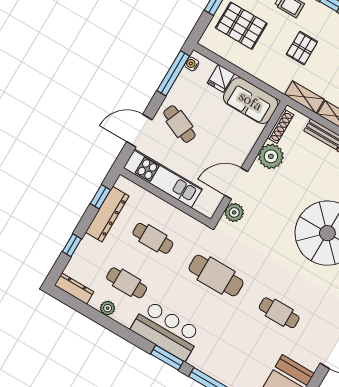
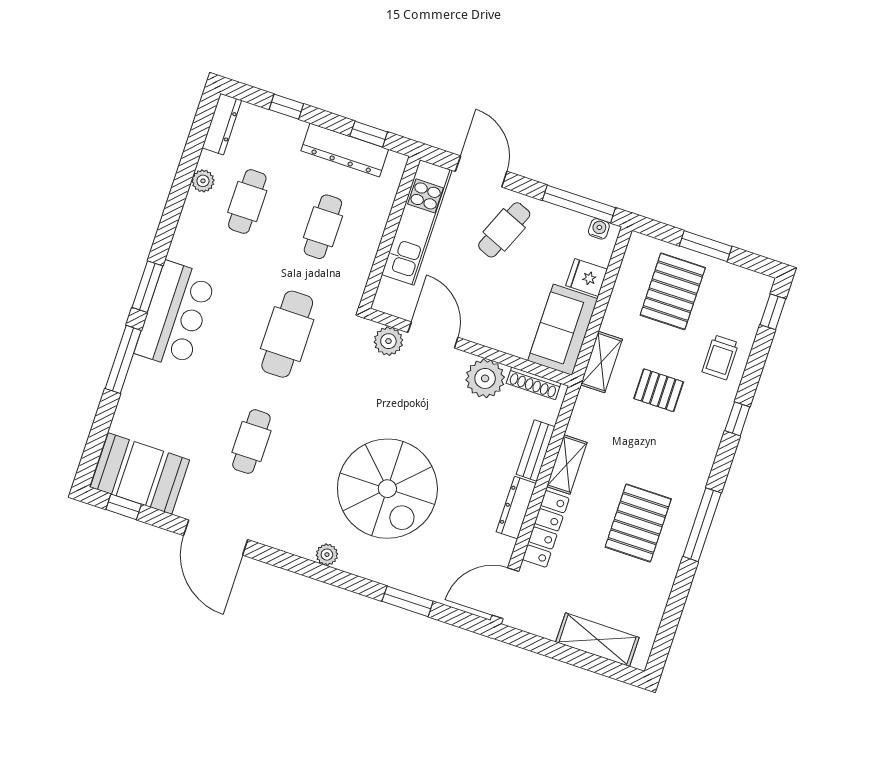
shelving: (304, 97) -> (601, 362), moved
bar counter: (166, 331) -> (175, 315), moved

